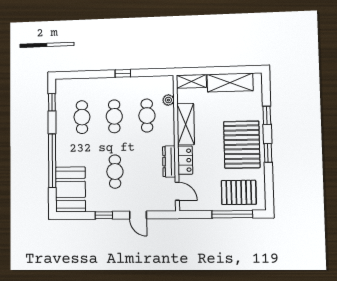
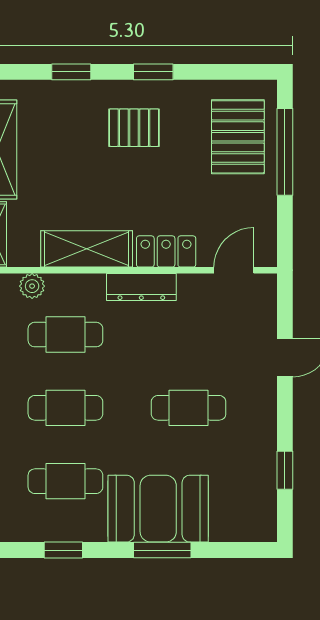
window: (52, 102) -> (63, 550), moved
pallet: (242, 145) -> (134, 128), width x0.49, depth x0.50
window: (52, 161) -> (162, 550), width x0.47
dresser: (169, 162) -> (141, 287), moved
booth: (70, 189) -> (158, 509), moved
window: (104, 215) -> (285, 470), moved

